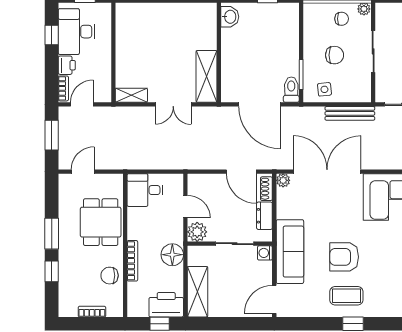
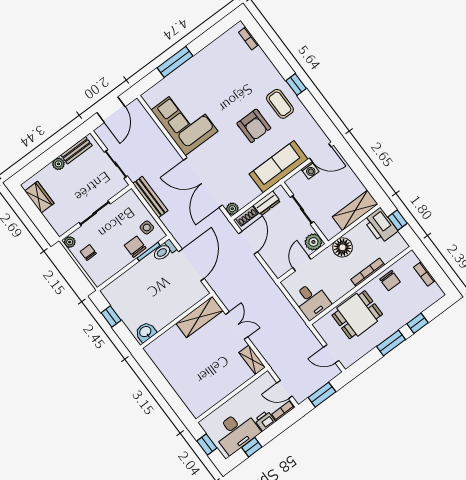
chair: (335, 55) -> (135, 247), moved
washing machine: (265, 253) -> (310, 170), moved

